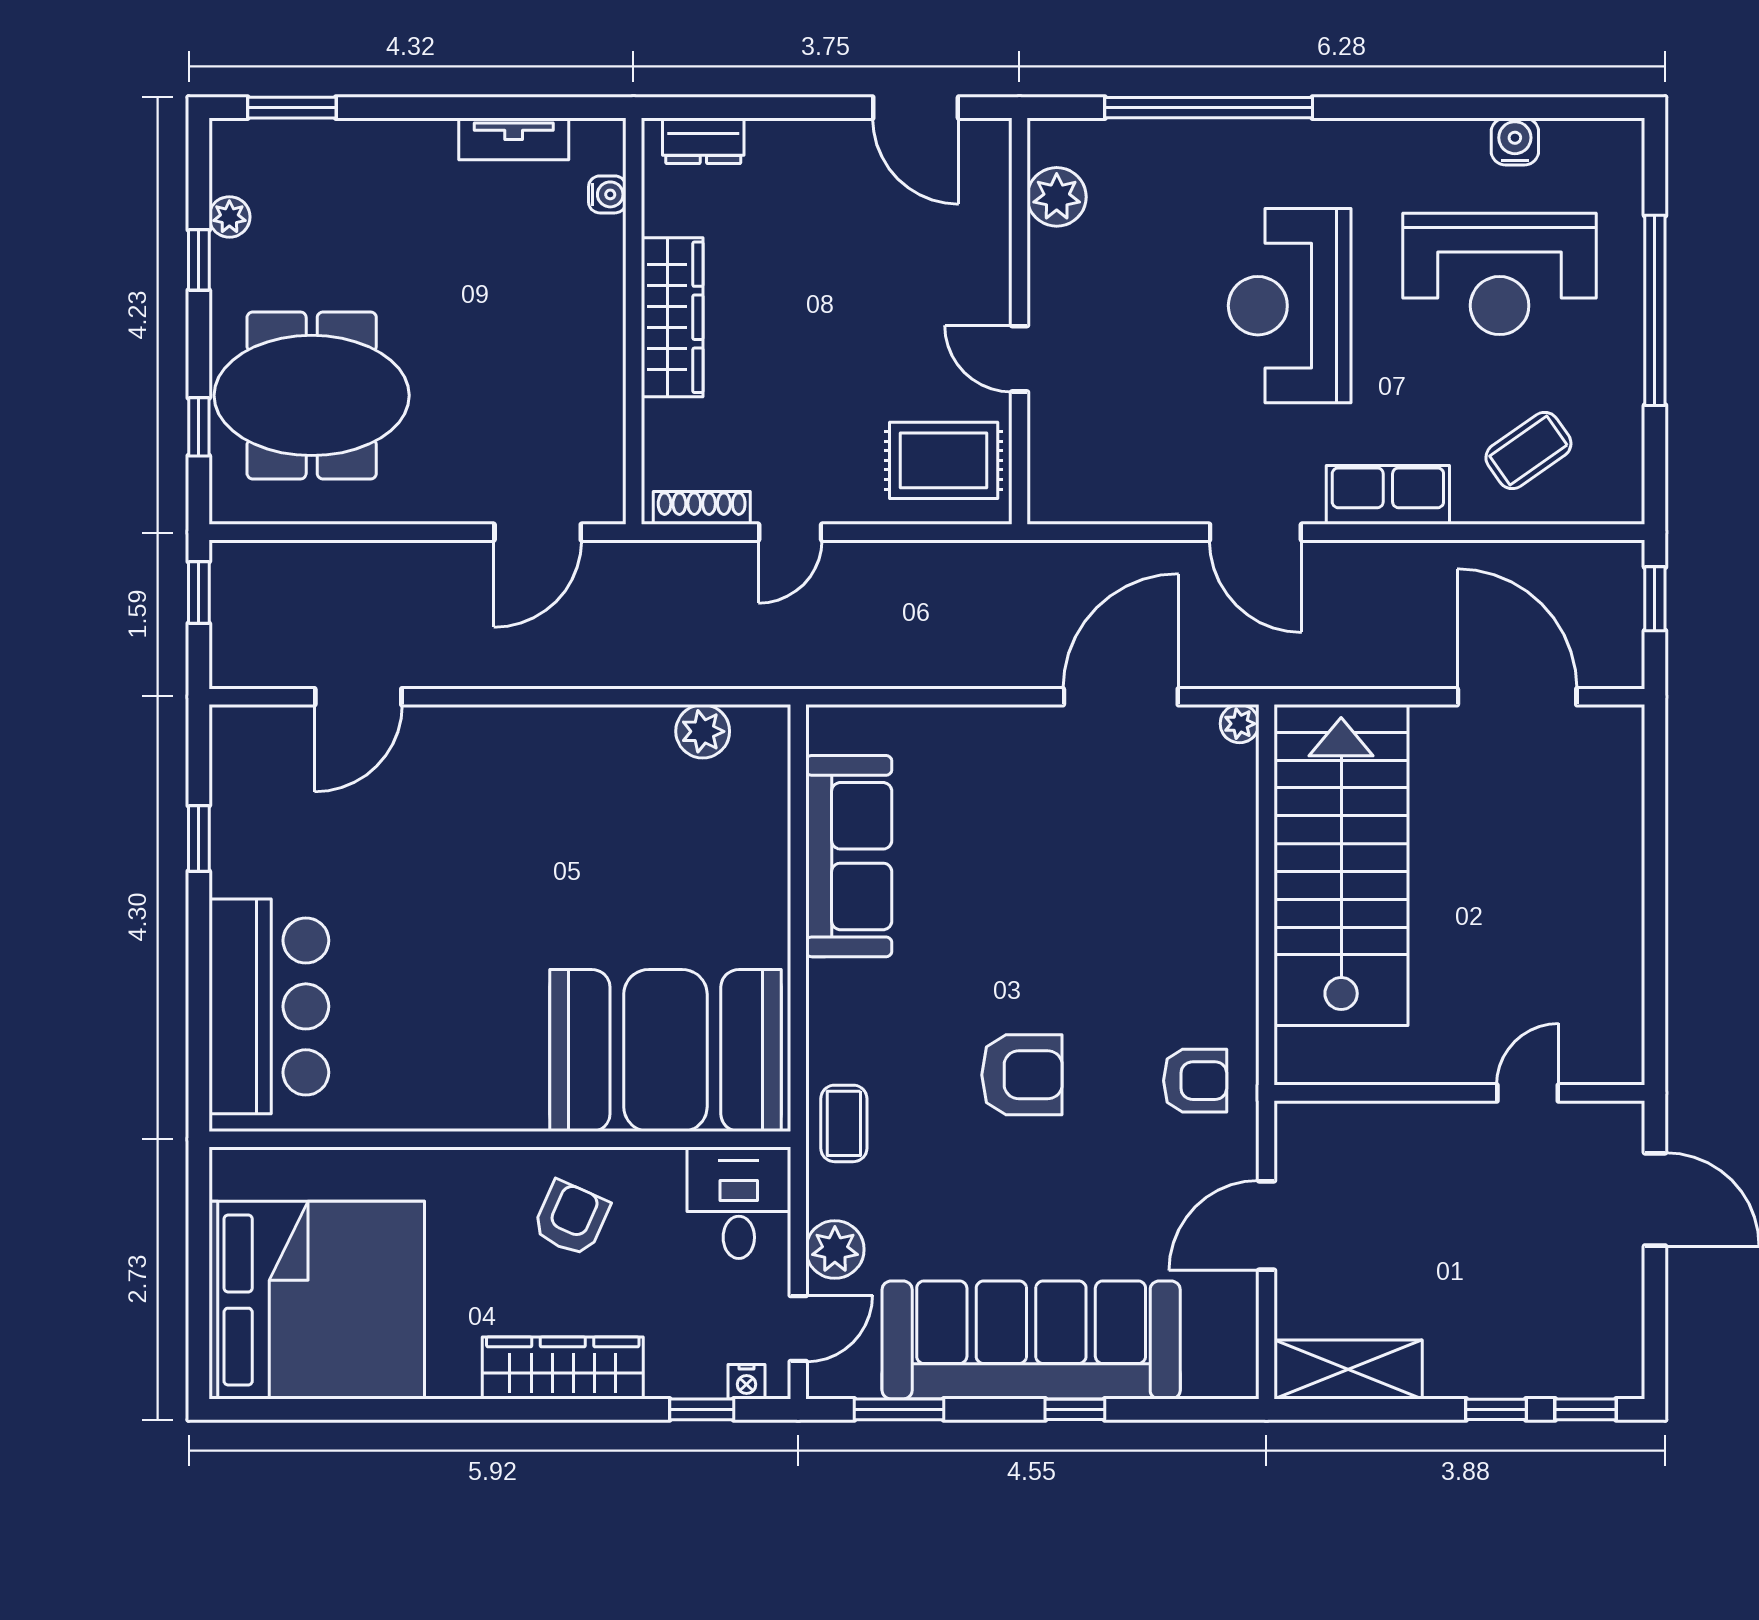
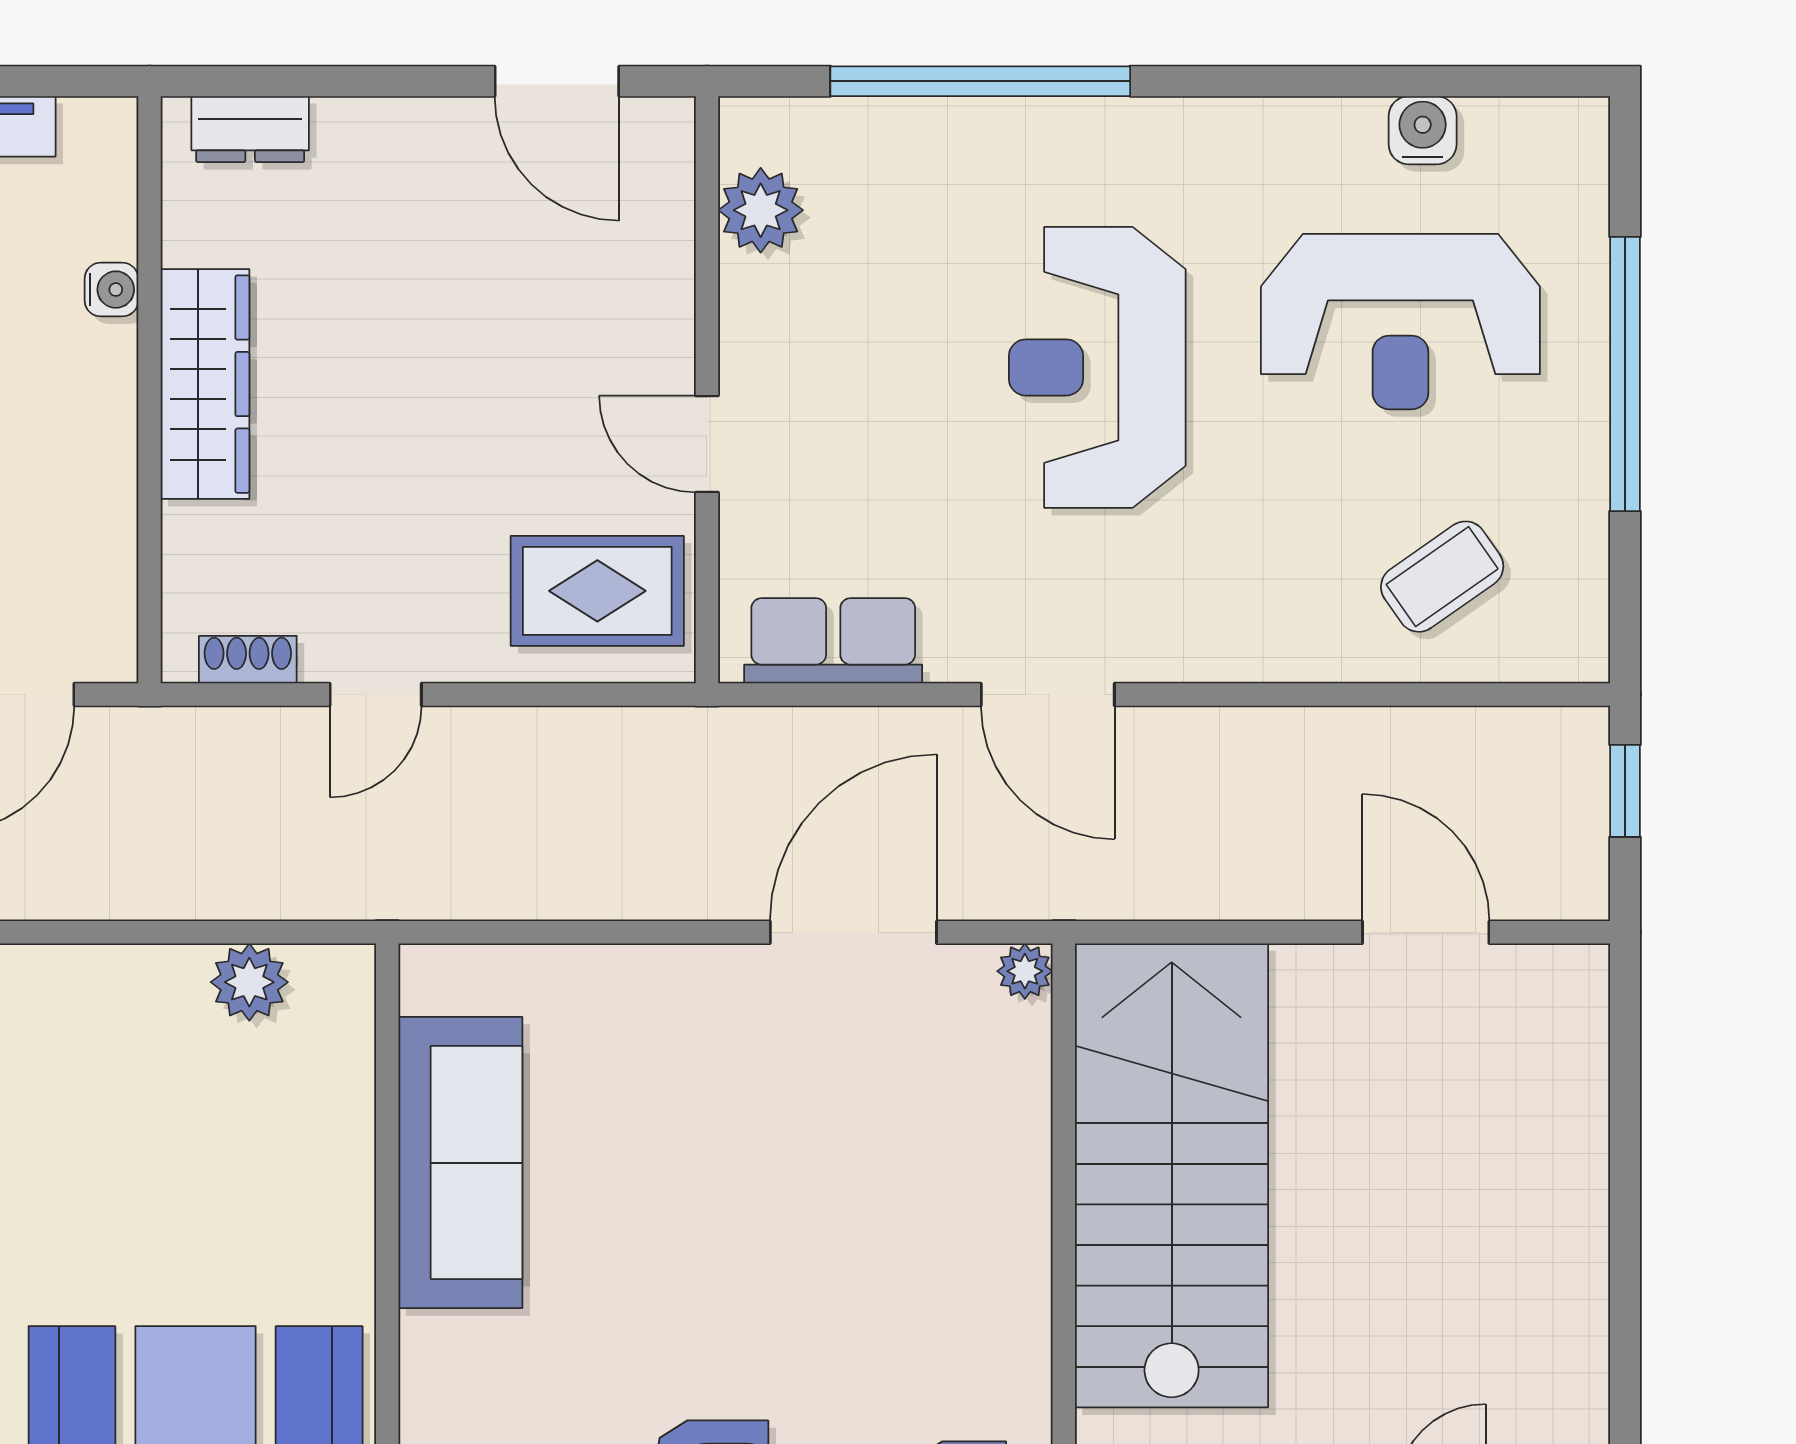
water cooler: (607, 194) -> (111, 290), moved
row of seats: (1388, 495) -> (833, 641), moved
shoe rack: (702, 508) -> (248, 660), width x0.70
door: (1517, 697) -> (1426, 932), width x0.73

